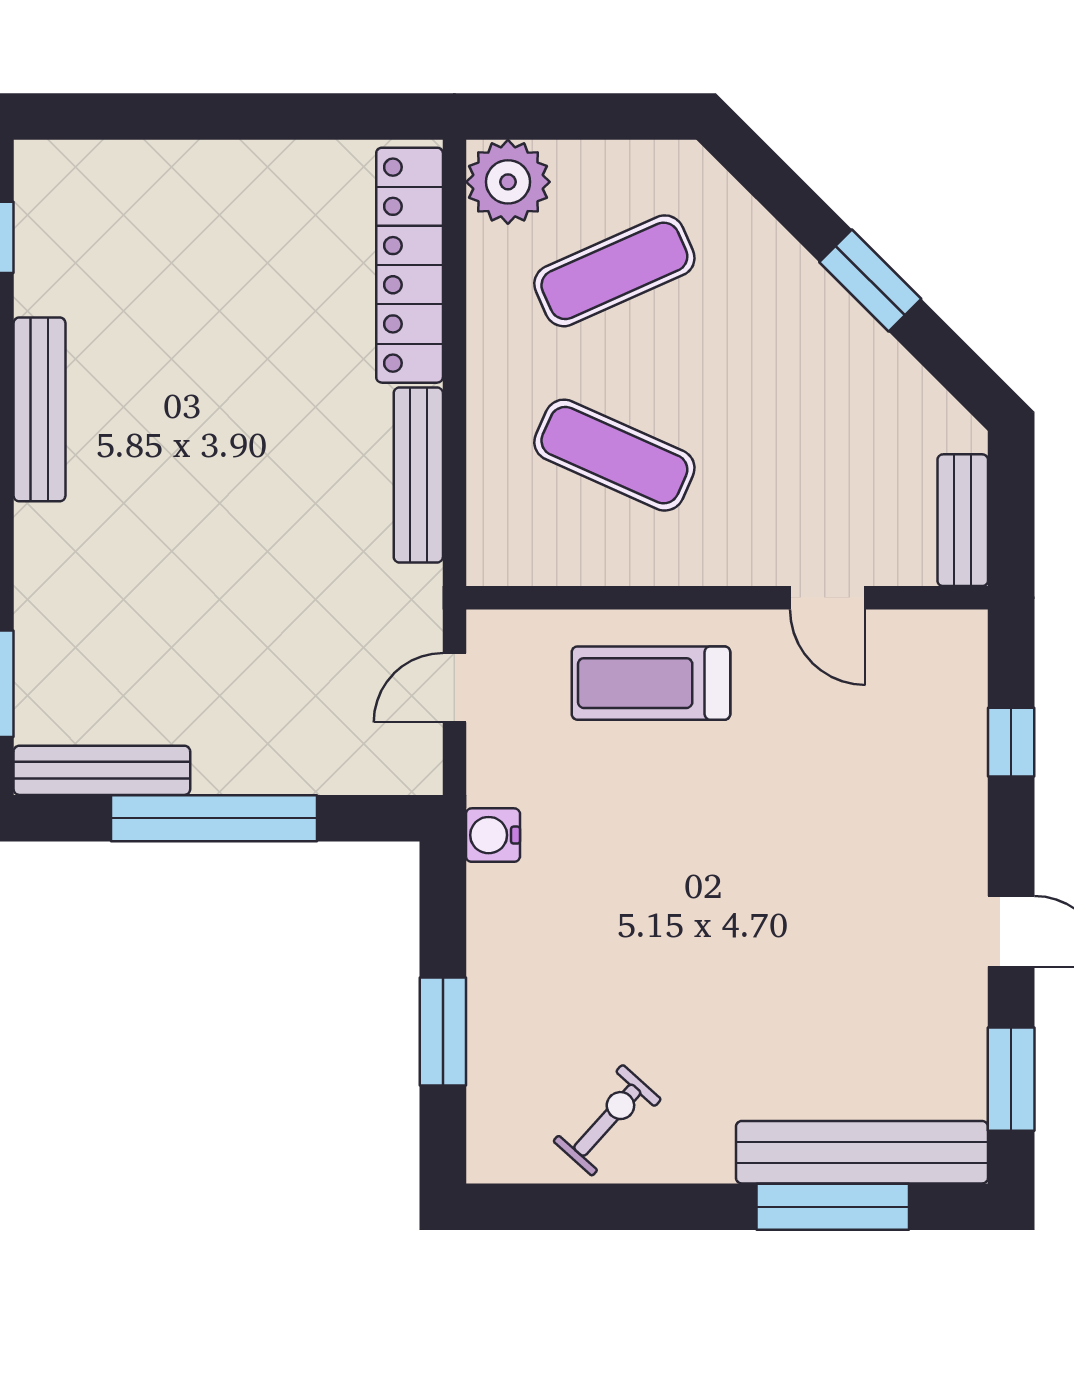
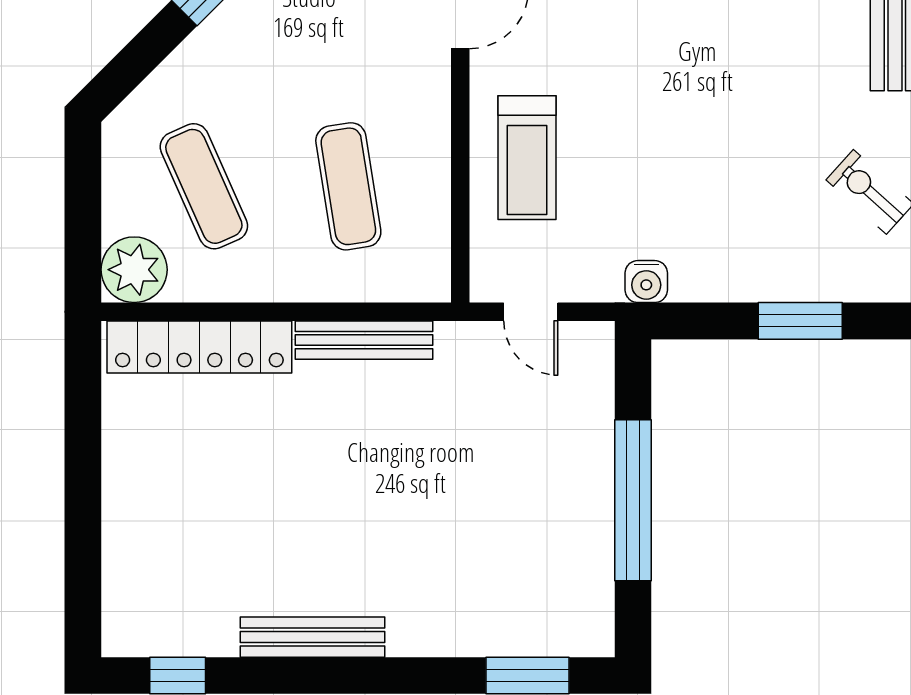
exercise mat: (614, 455) -> (348, 186), turned -33
bench: (102, 770) -> (595, 588), removed

